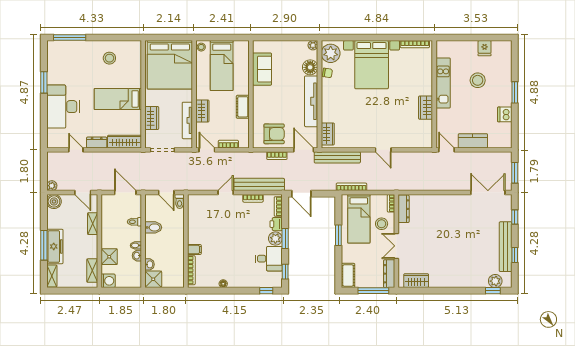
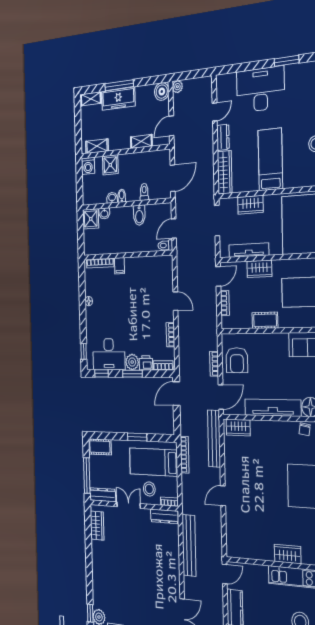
wardrobe: (426, 108) -> (288, 554), moved
bench: (259, 184) -> (189, 545), moved
desk: (269, 259) -> (109, 354), width x1.37

